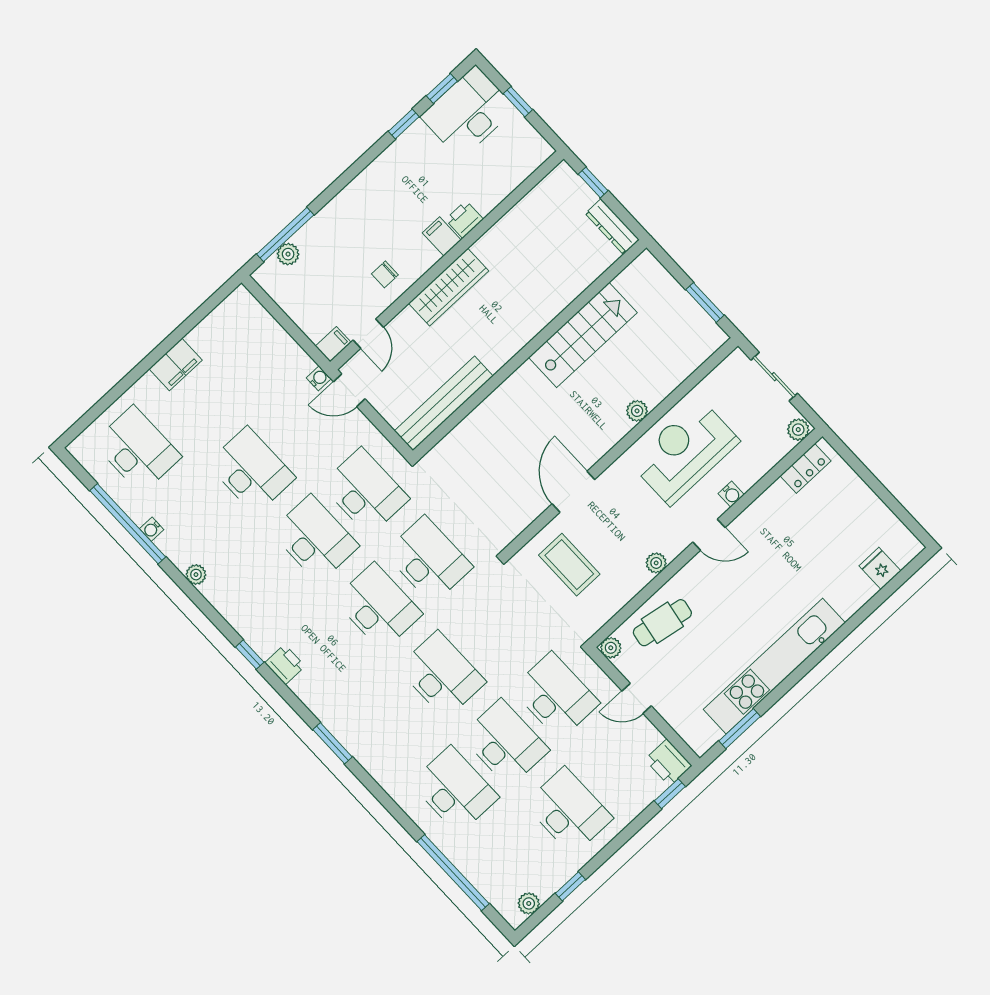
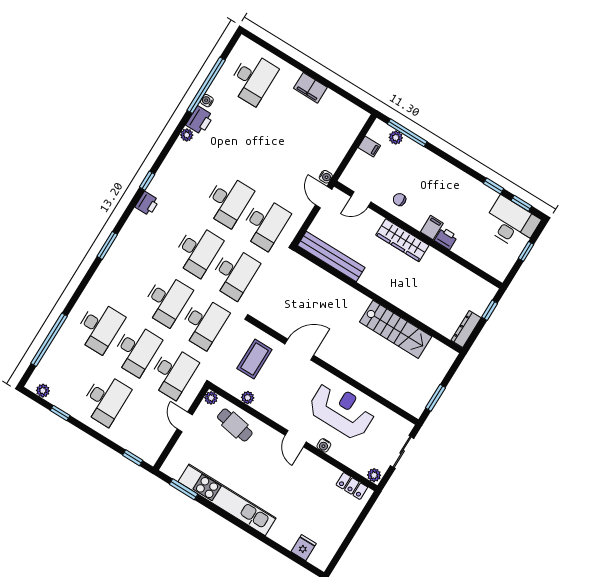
filing cabinet: (333, 344) -> (369, 147), moved
plant: (637, 411) -> (359, 375), removed
desk: (251, 471) -> (204, 323), moved
plant: (656, 563) -> (248, 398), moved
printer: (668, 763) -> (200, 120), moved, turned 180

